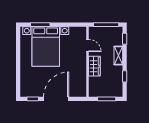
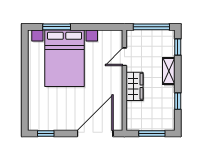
door: (87, 46) -> (124, 57), swing flipped
door: (56, 99) -> (95, 133), moved

